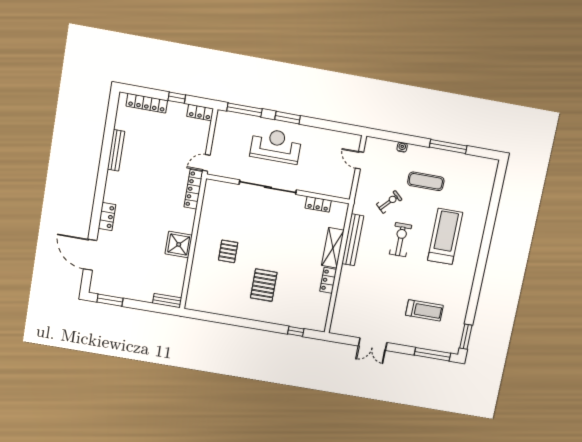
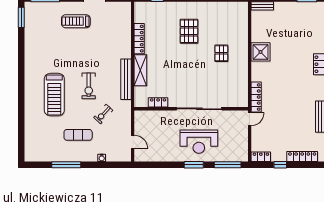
locker: (328, 280) -> (139, 39), width x1.53
treadmill: (424, 310) -> (76, 21), moved

